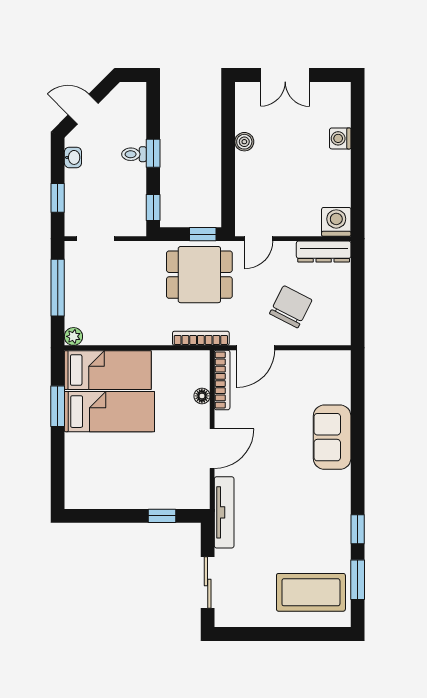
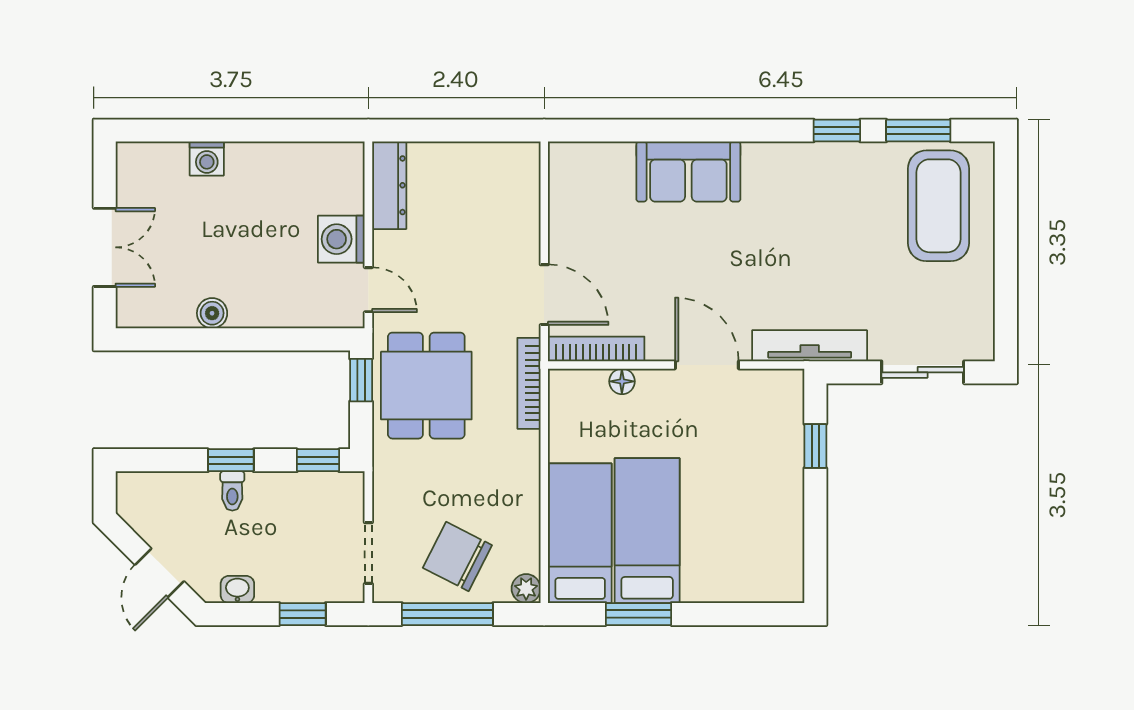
washing machine: (336, 222) -> (341, 239), moved
chair: (291, 307) -> (457, 556), moved

